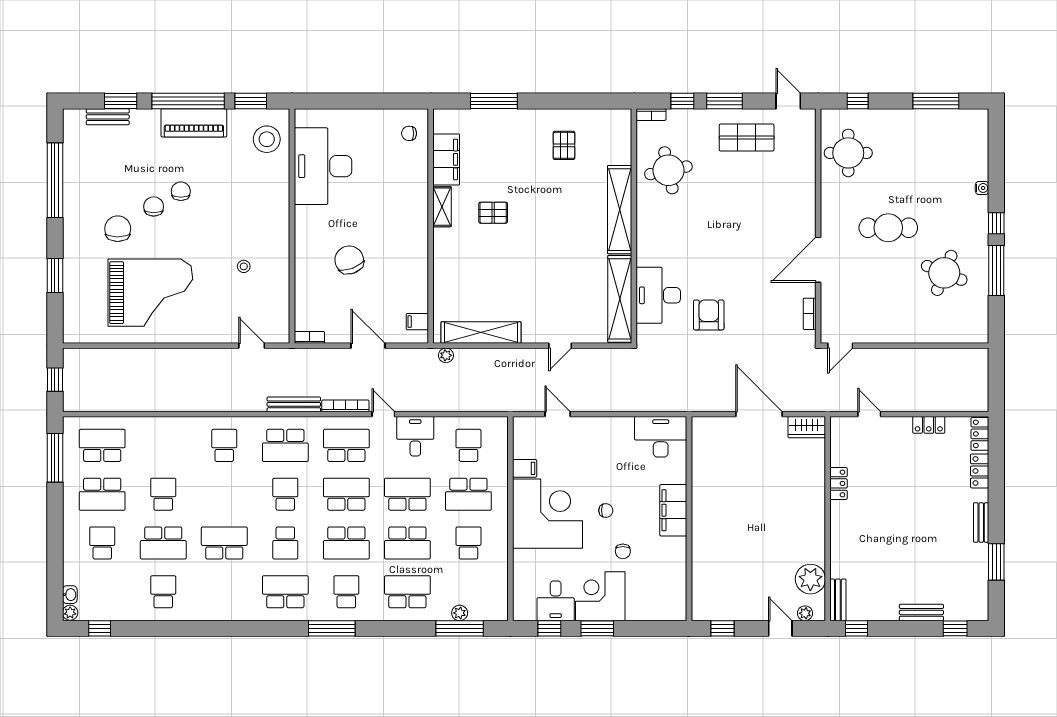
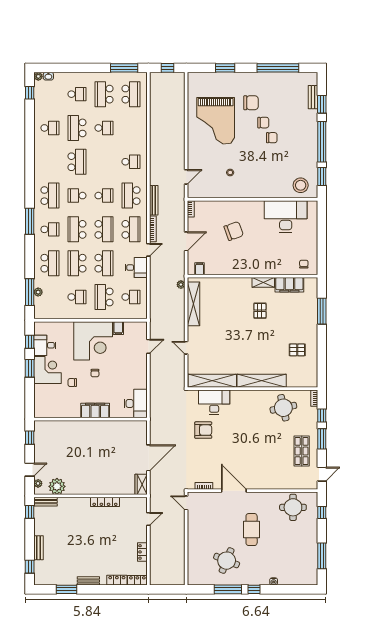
piano: (194, 123) -> (310, 145), removed
locker: (839, 483) -> (105, 502), width x1.53

